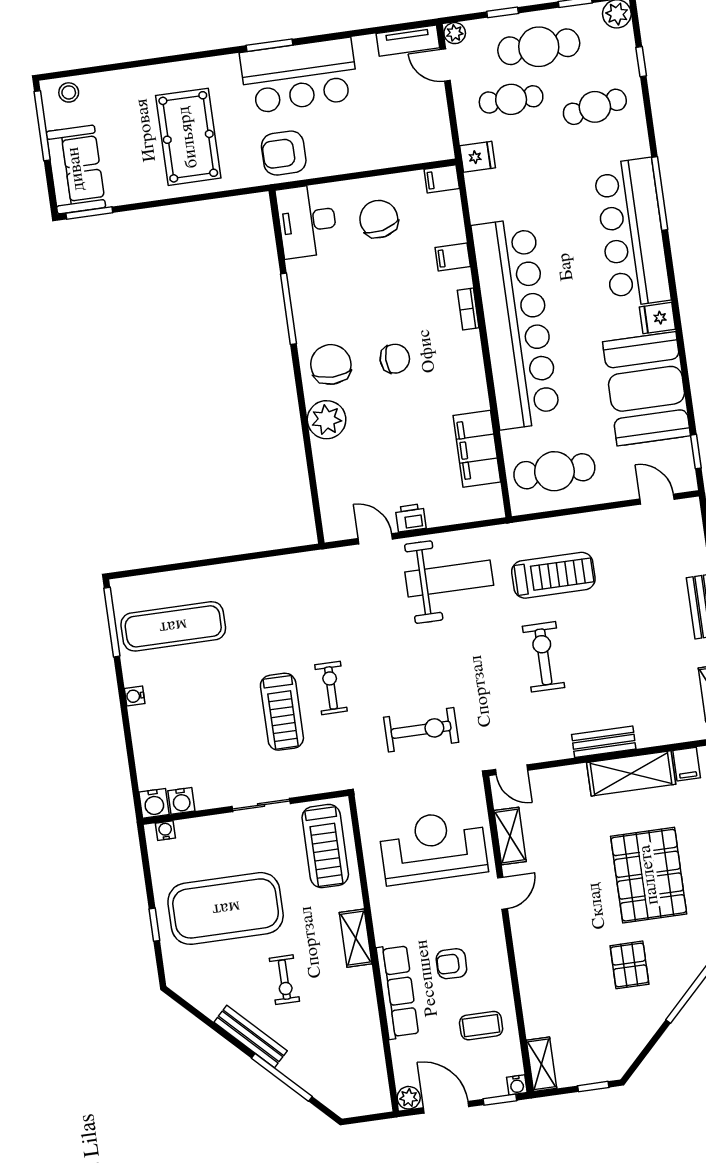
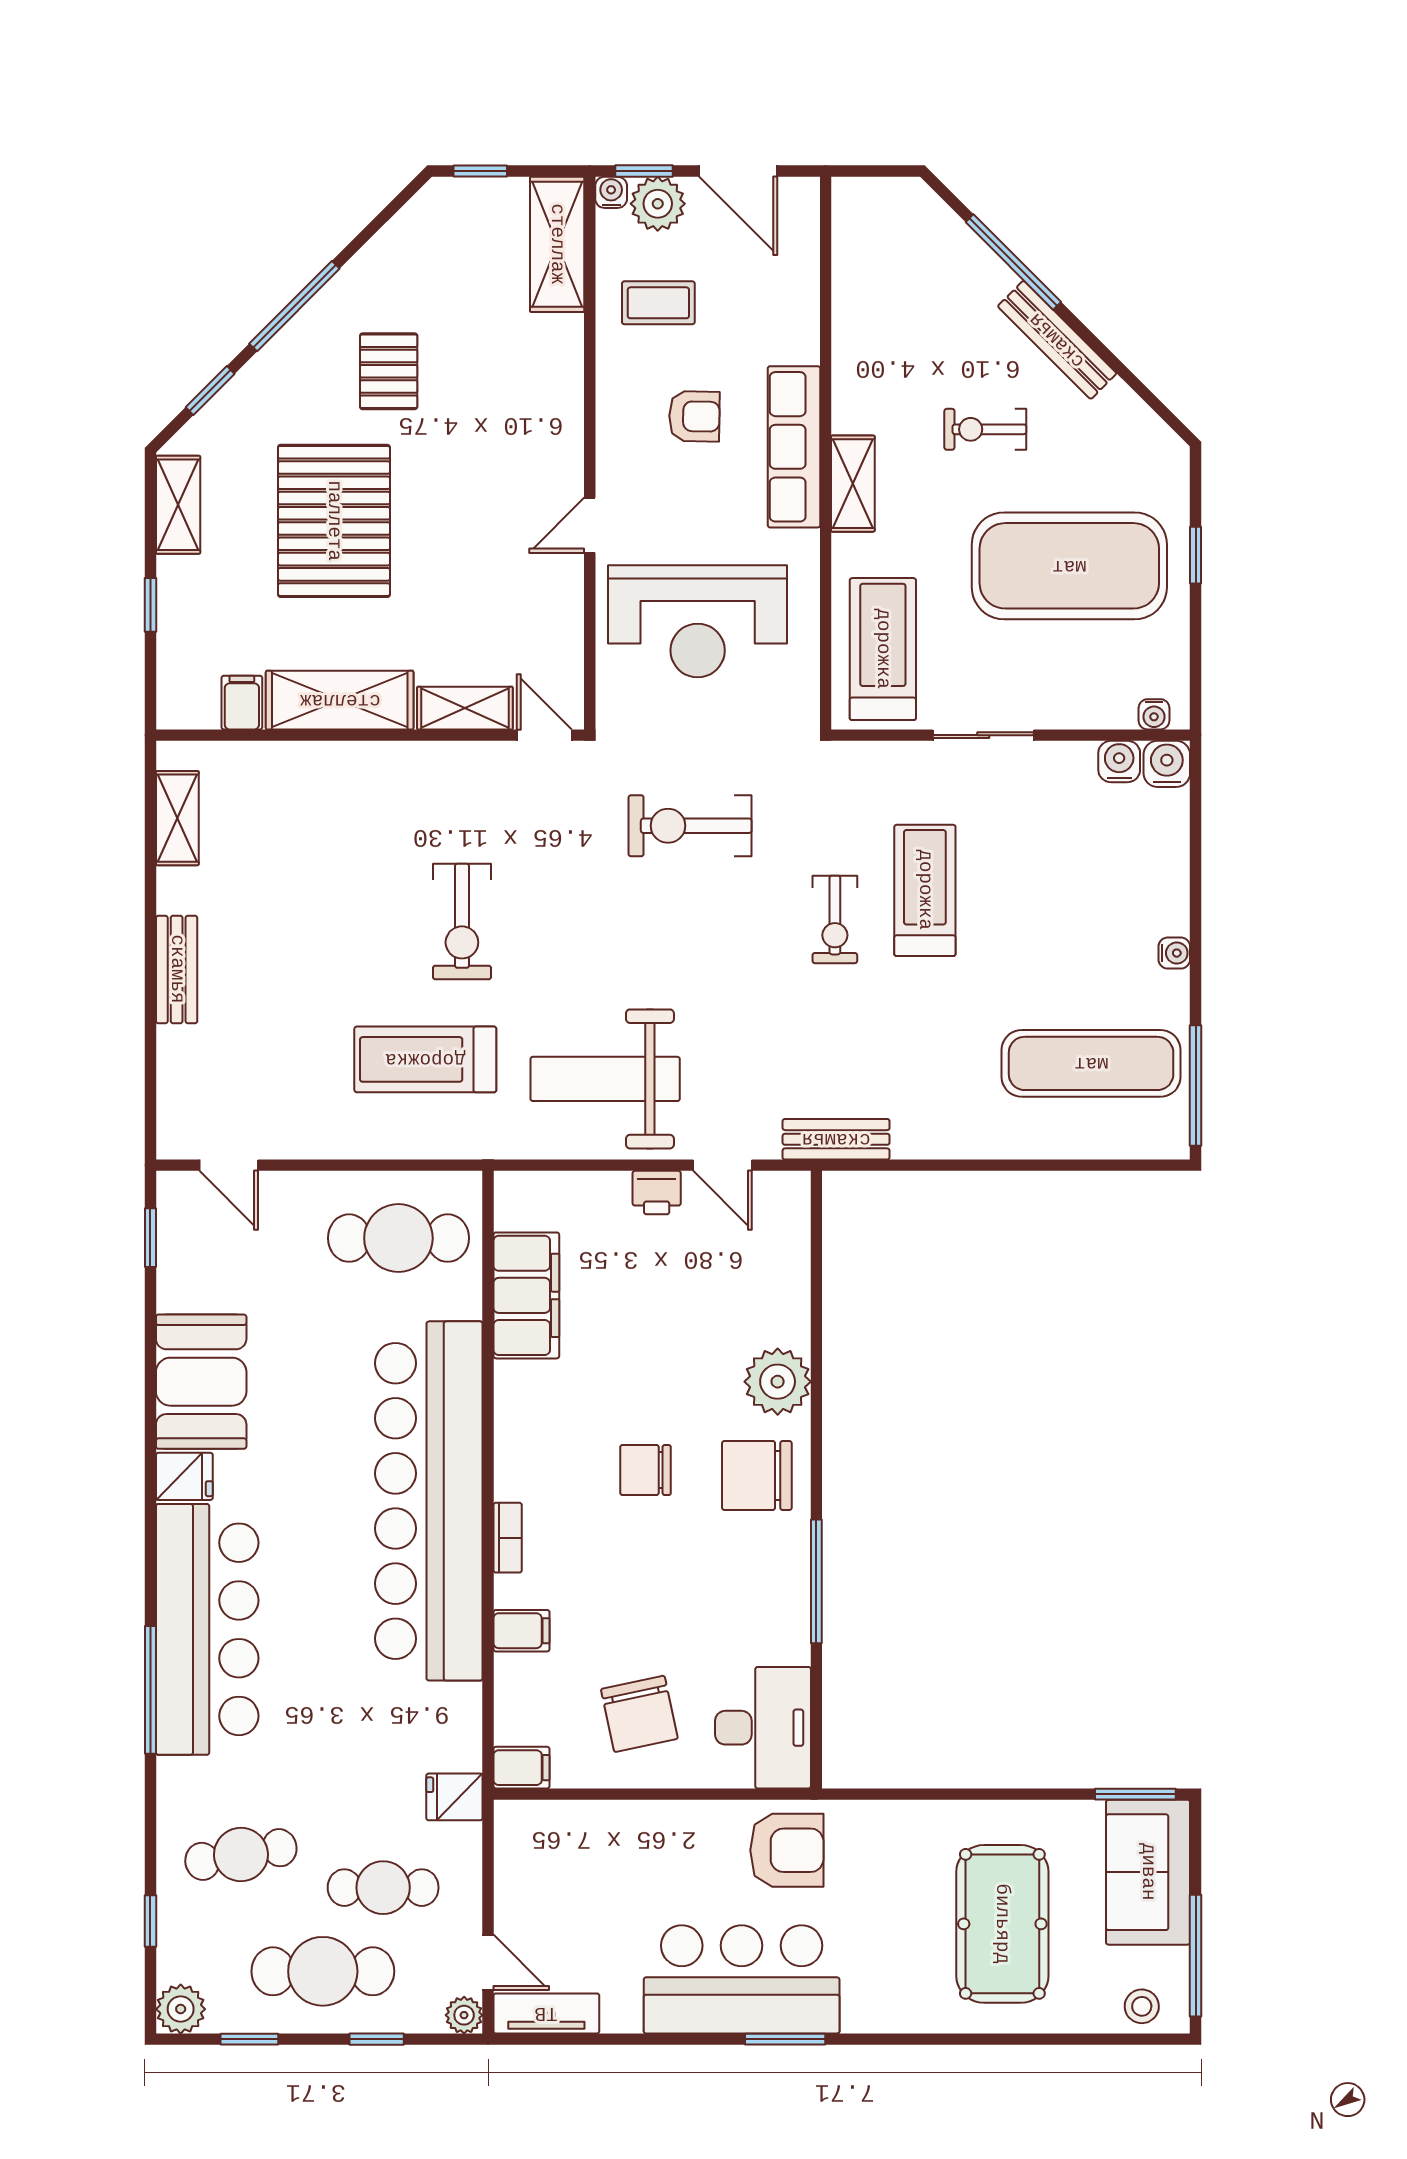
pool table: (188, 137) -> (1002, 1924), moved
chair: (331, 364) -> (757, 1475), turned 90
booth: (646, 389) -> (201, 1382), width x0.73, depth x0.70
bench: (604, 742) -> (836, 1139), moved
shelving: (510, 836) -> (465, 708), moved, turned 90
exercise bike: (284, 980) -> (985, 429), turned -90
row of seats: (397, 992) -> (794, 447), moved
shelving: (541, 1064) -> (557, 244), width x1.50, depth x1.33
plant: (409, 1098) -> (658, 204), moved, width x1.38, depth x1.38

